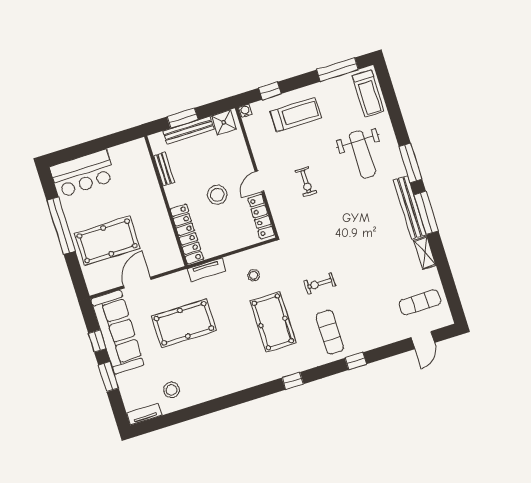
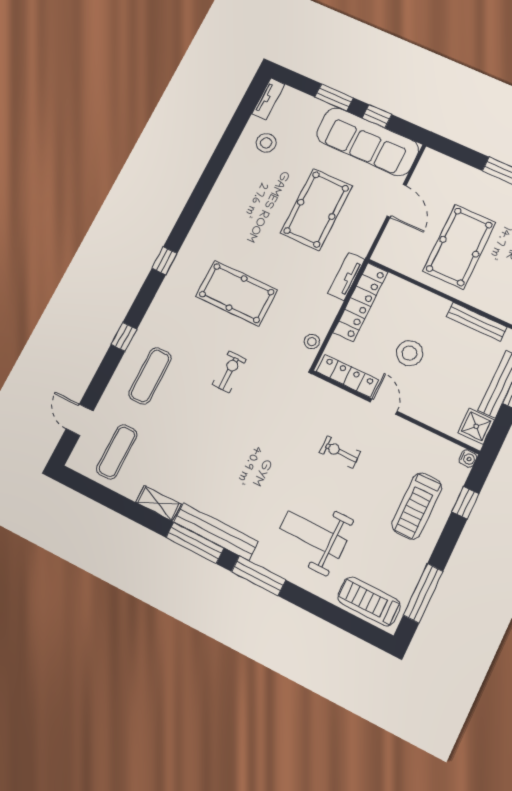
bench: (164, 169) -> (477, 322), width x1.36
locker: (187, 234) -> (361, 302), moved, turned -90
pool table: (107, 241) -> (459, 247), moved
stool: (254, 275) -> (312, 342), moved
exercise mat: (330, 332) -> (150, 376), moved, turned 90

